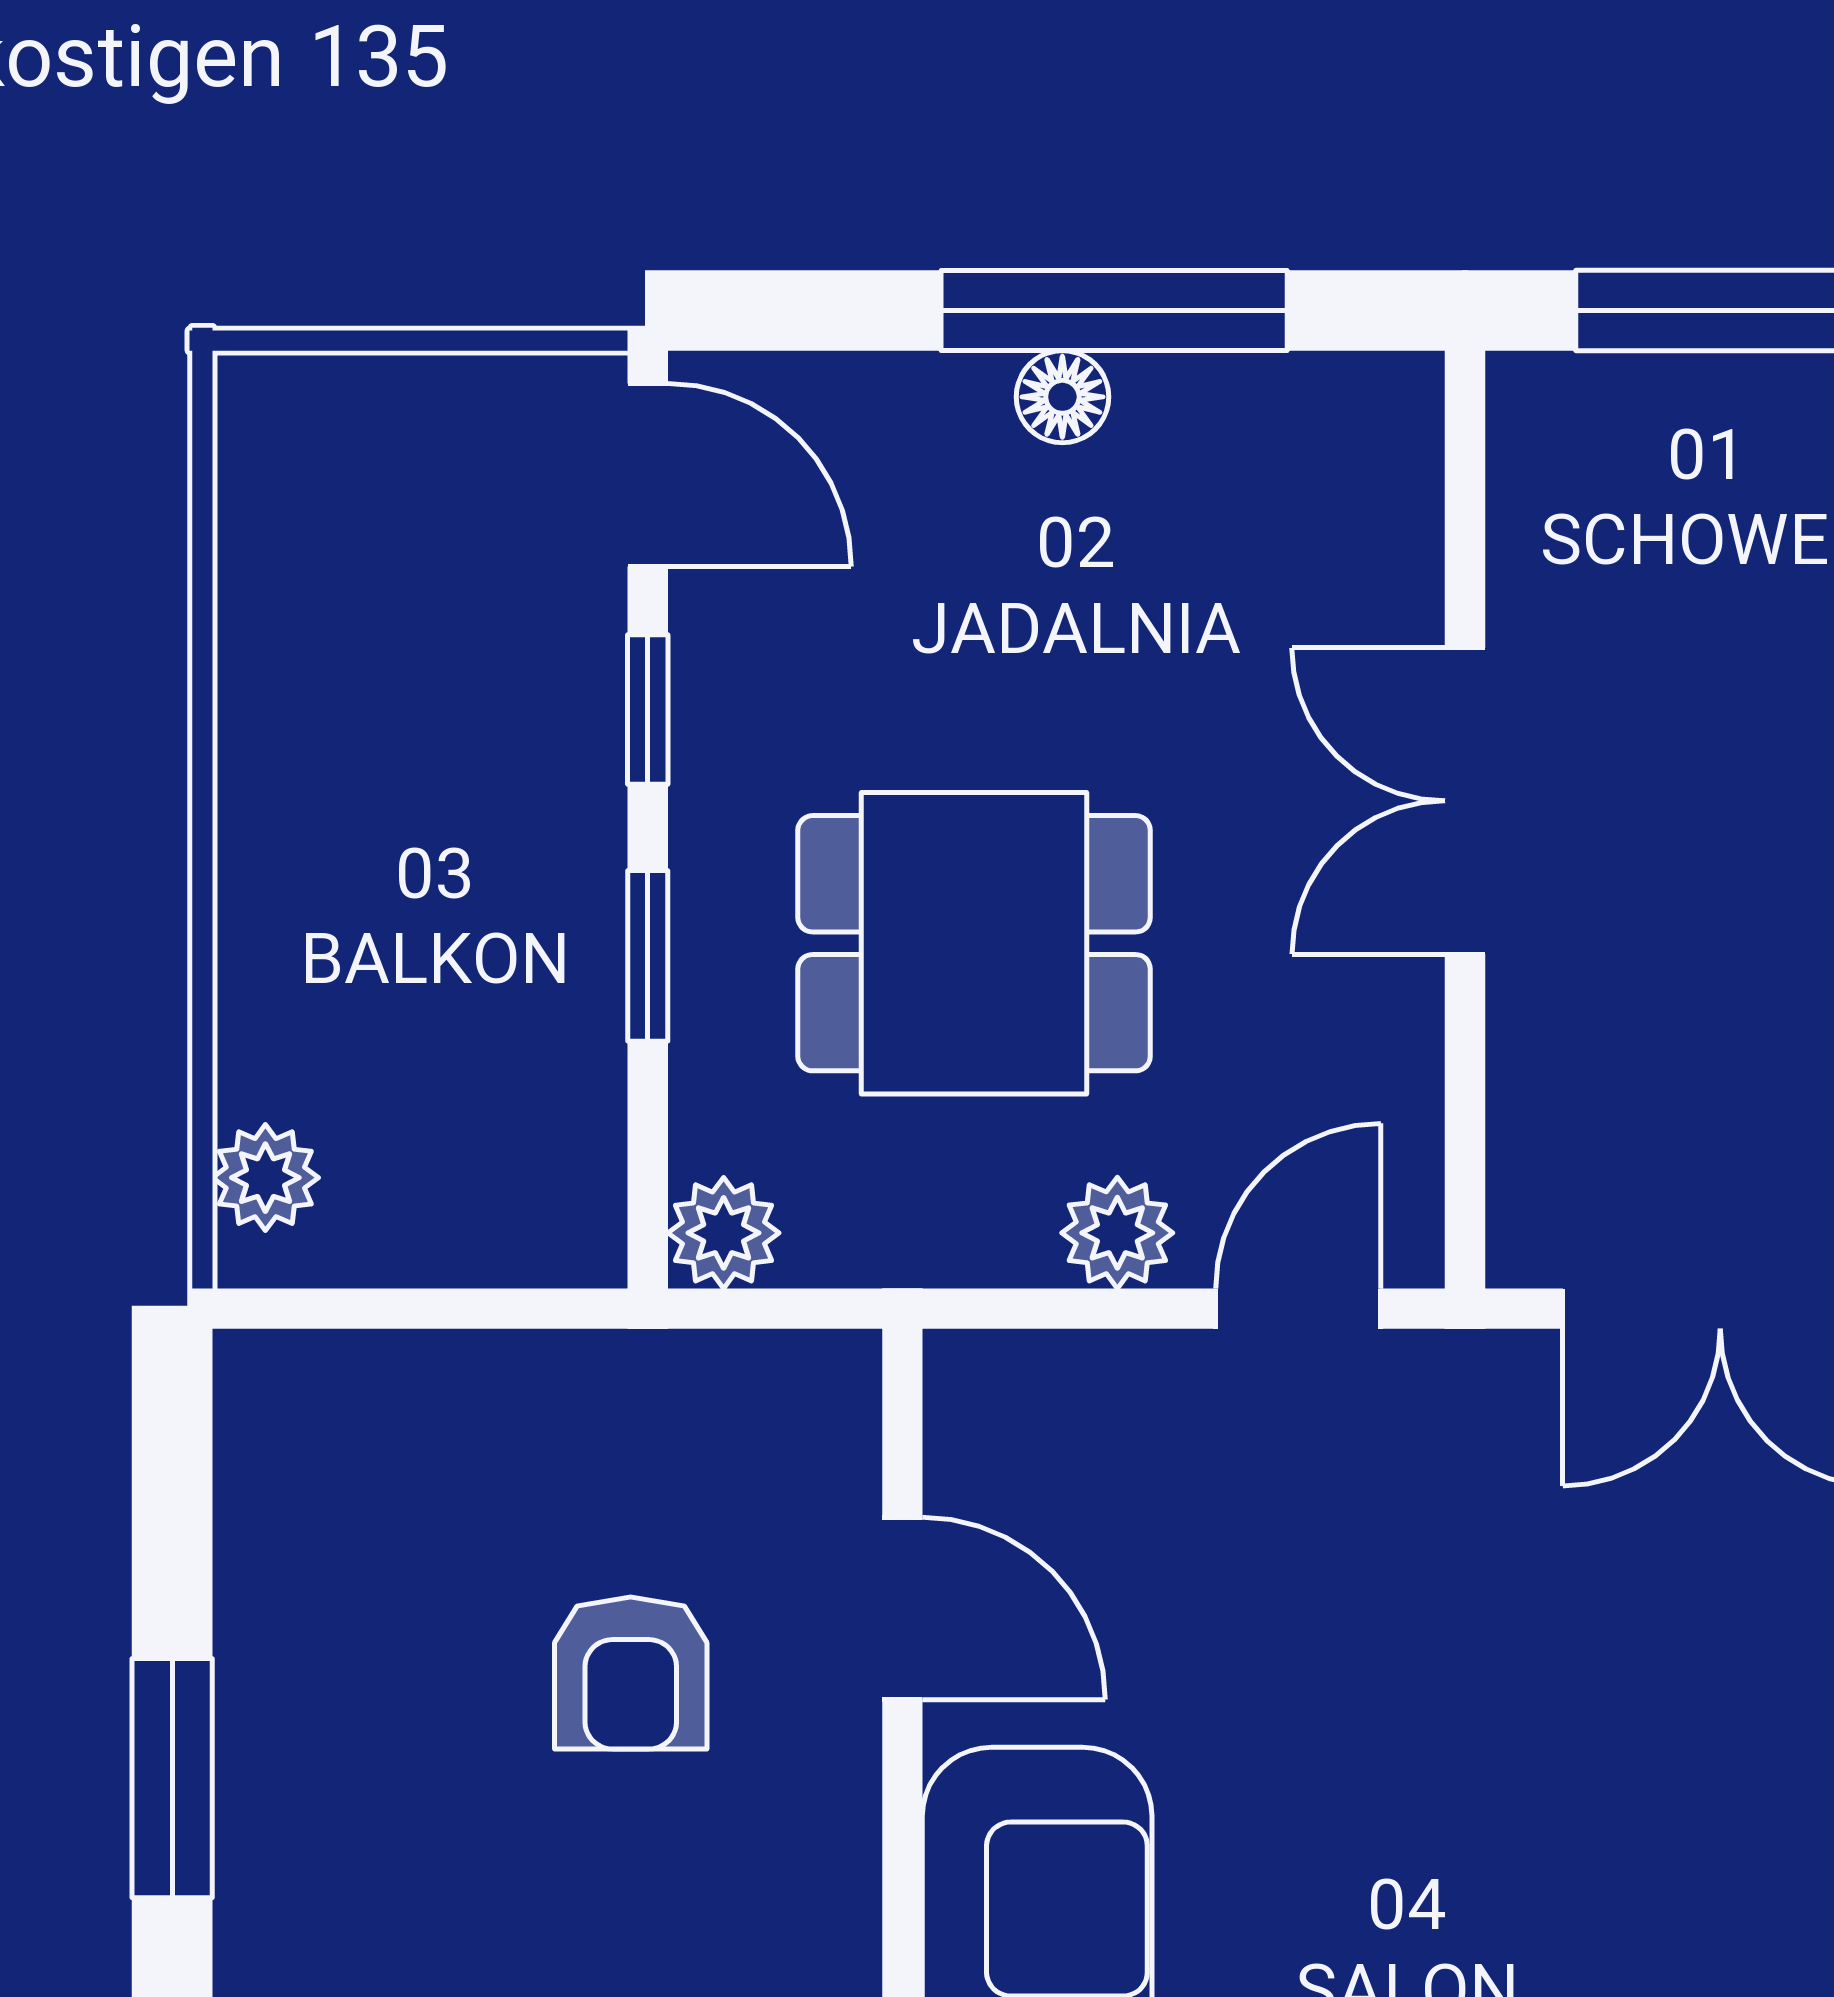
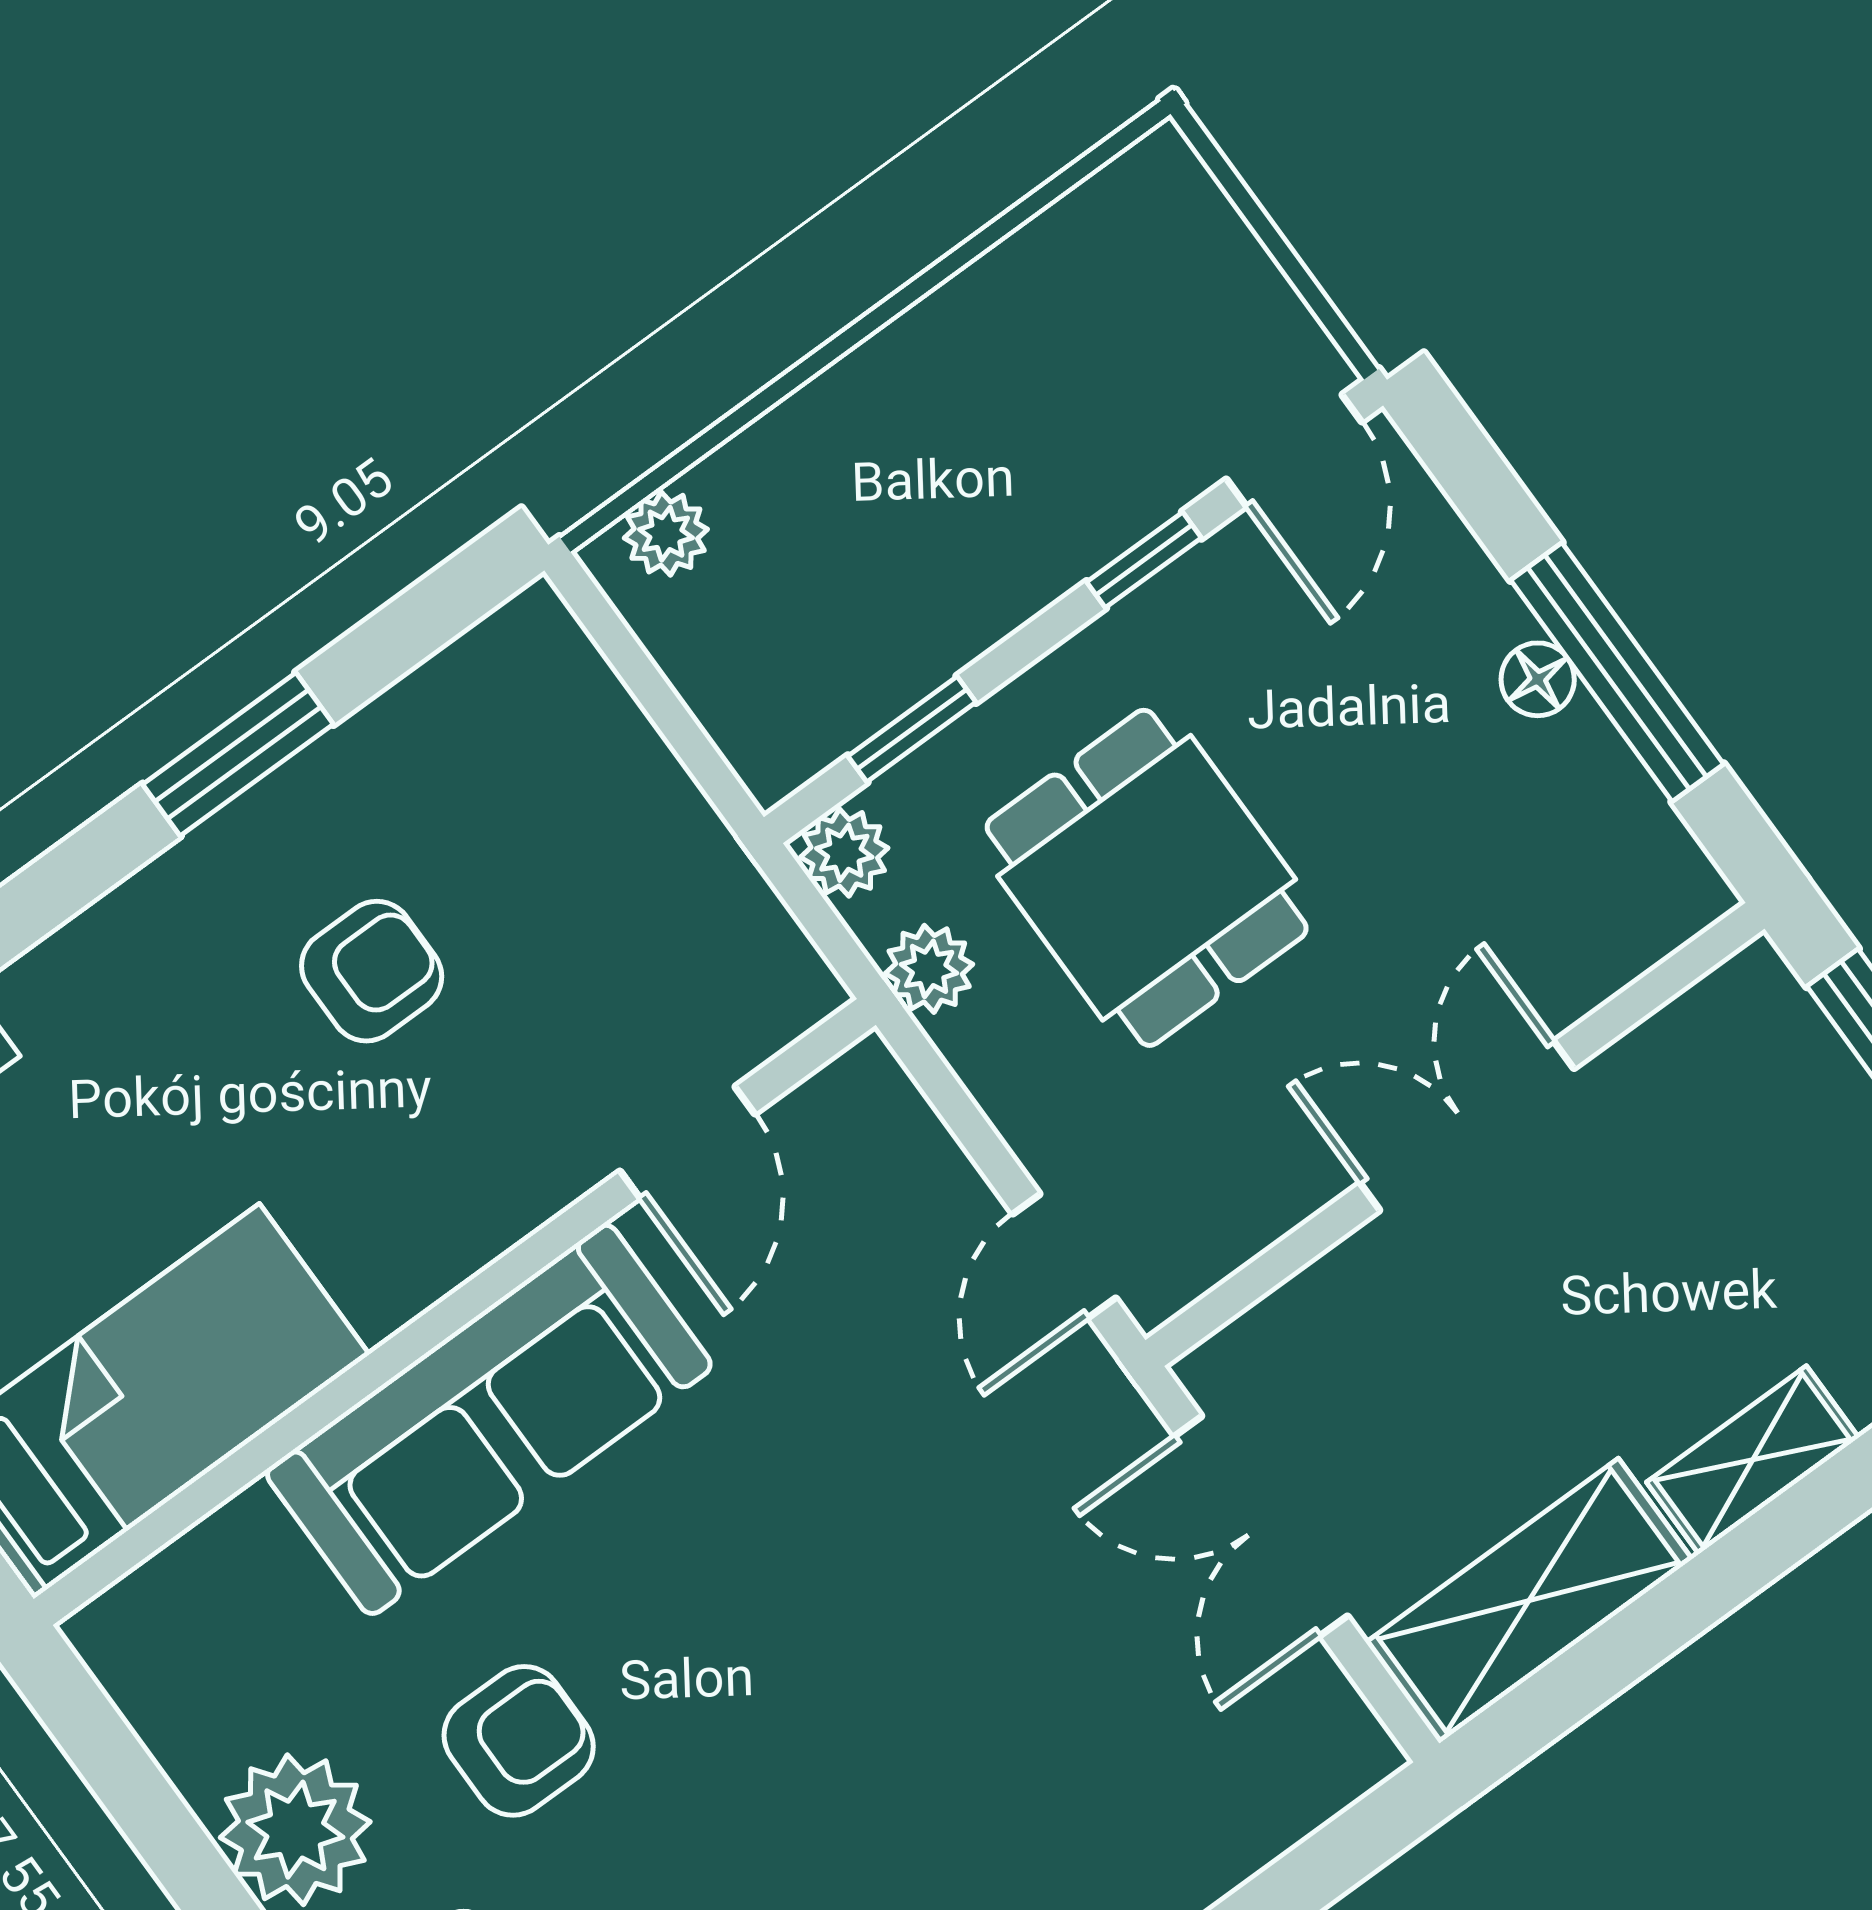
window: (648, 956) -> (912, 729), moved
plant: (1117, 1233) -> (929, 969), moved
door: (1298, 1309) -> (1064, 1256), swing flipped
armchair: (631, 1673) -> (372, 971), moved, turned 180

